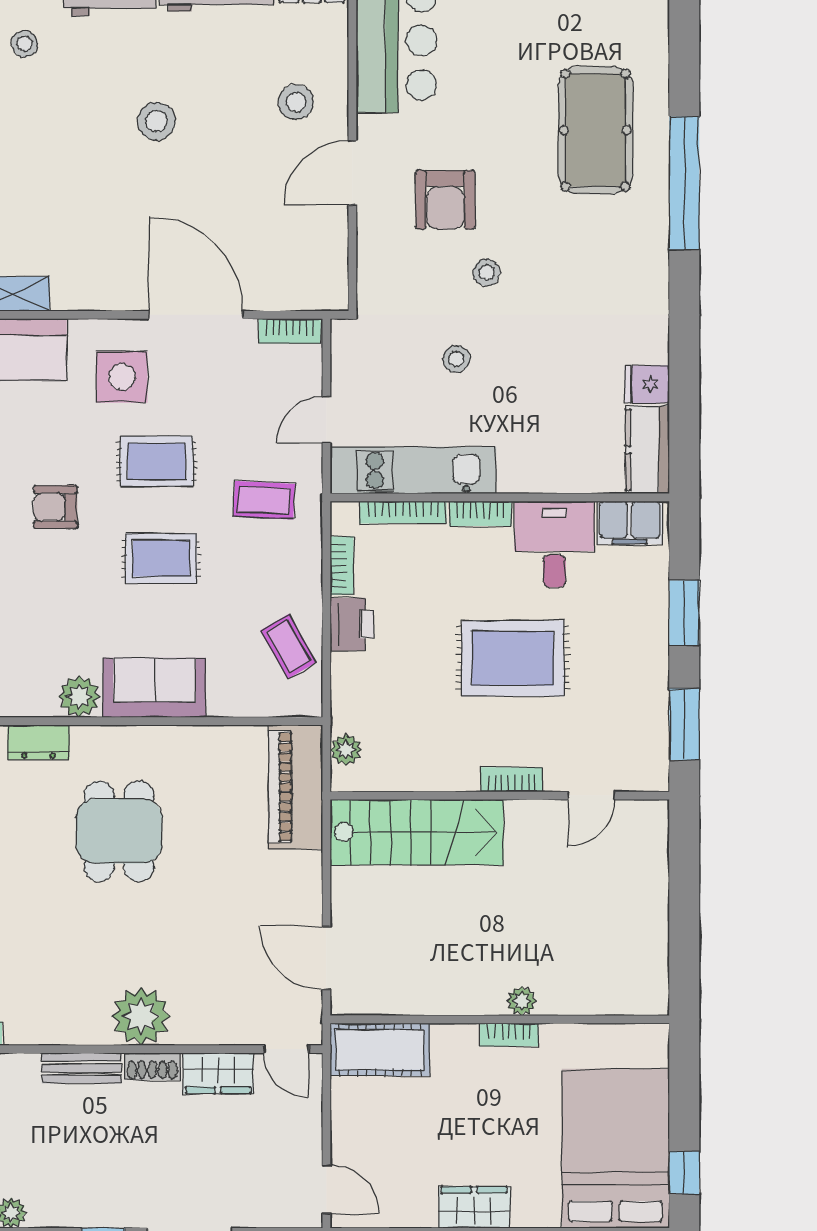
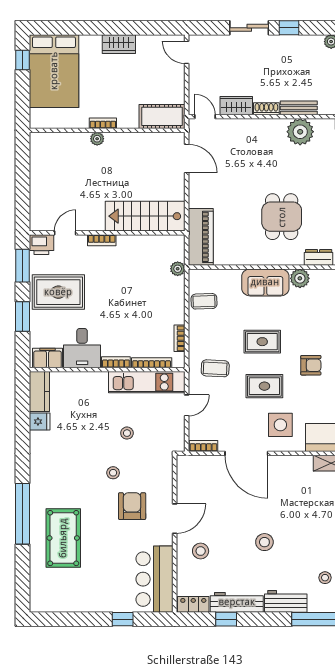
printer: (352, 624) -> (41, 245), moved, turned -90
coffee table: (288, 646) -> (204, 301), turned -62
rug: (513, 658) -> (58, 292), moved
plant: (346, 750) -> (178, 269), moved
plant: (141, 1016) -> (300, 132), moved

